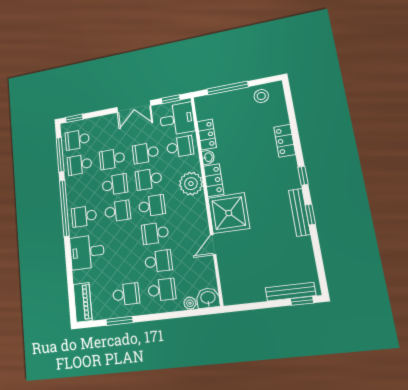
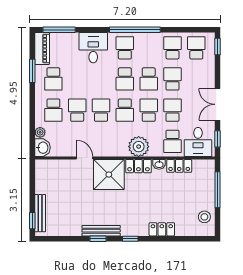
window: (60, 155) -> (59, 30), moved
school desk: (158, 261) -> (77, 110), turned 180
piano: (83, 302) -> (42, 48), moved, turned -90

